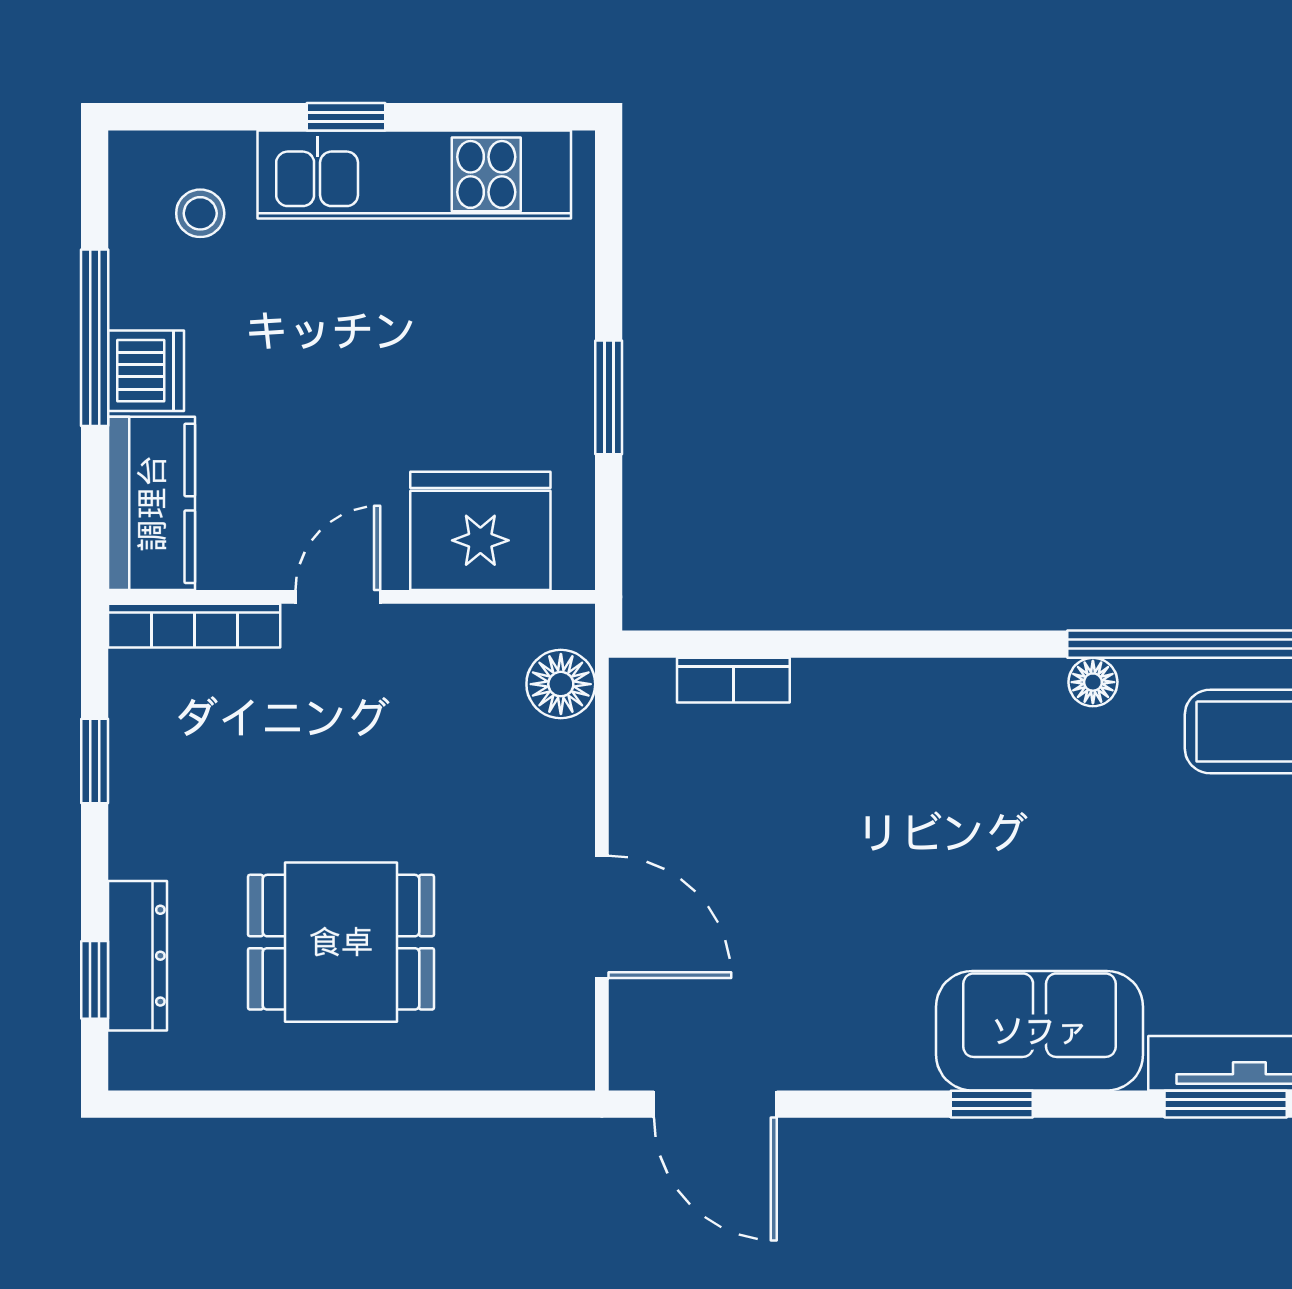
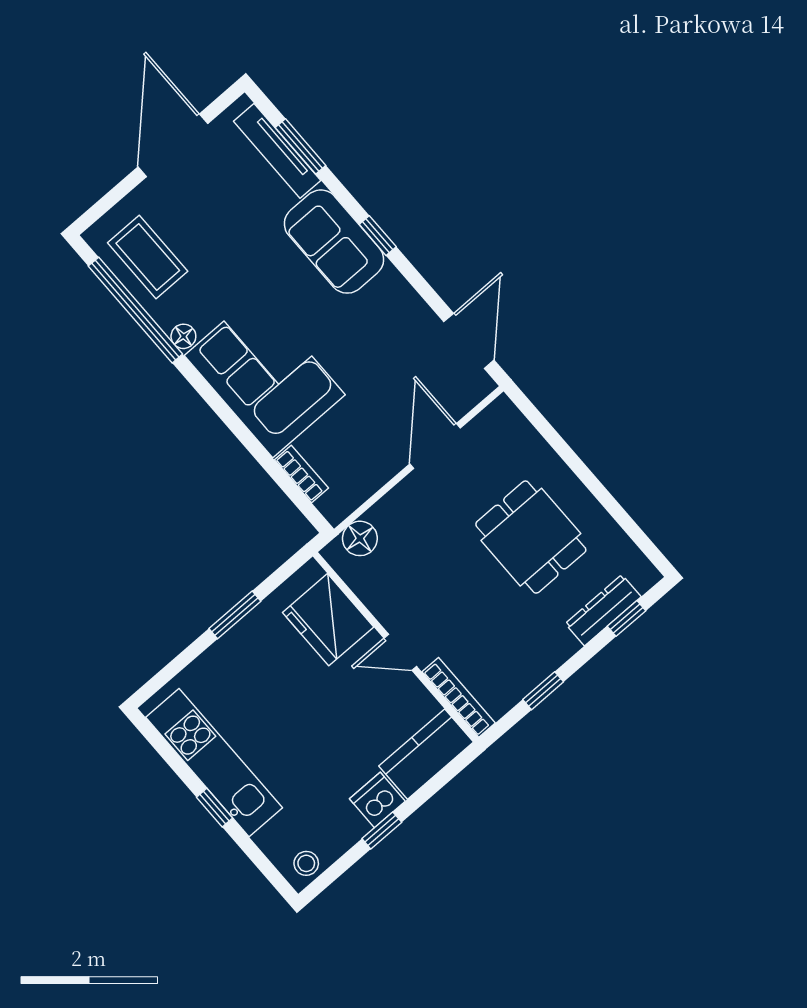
stool: (200, 213) -> (306, 863), moved
window: (95, 338) -> (382, 830), width x0.46
corner sofa: (929, 753) -> (265, 375), added

